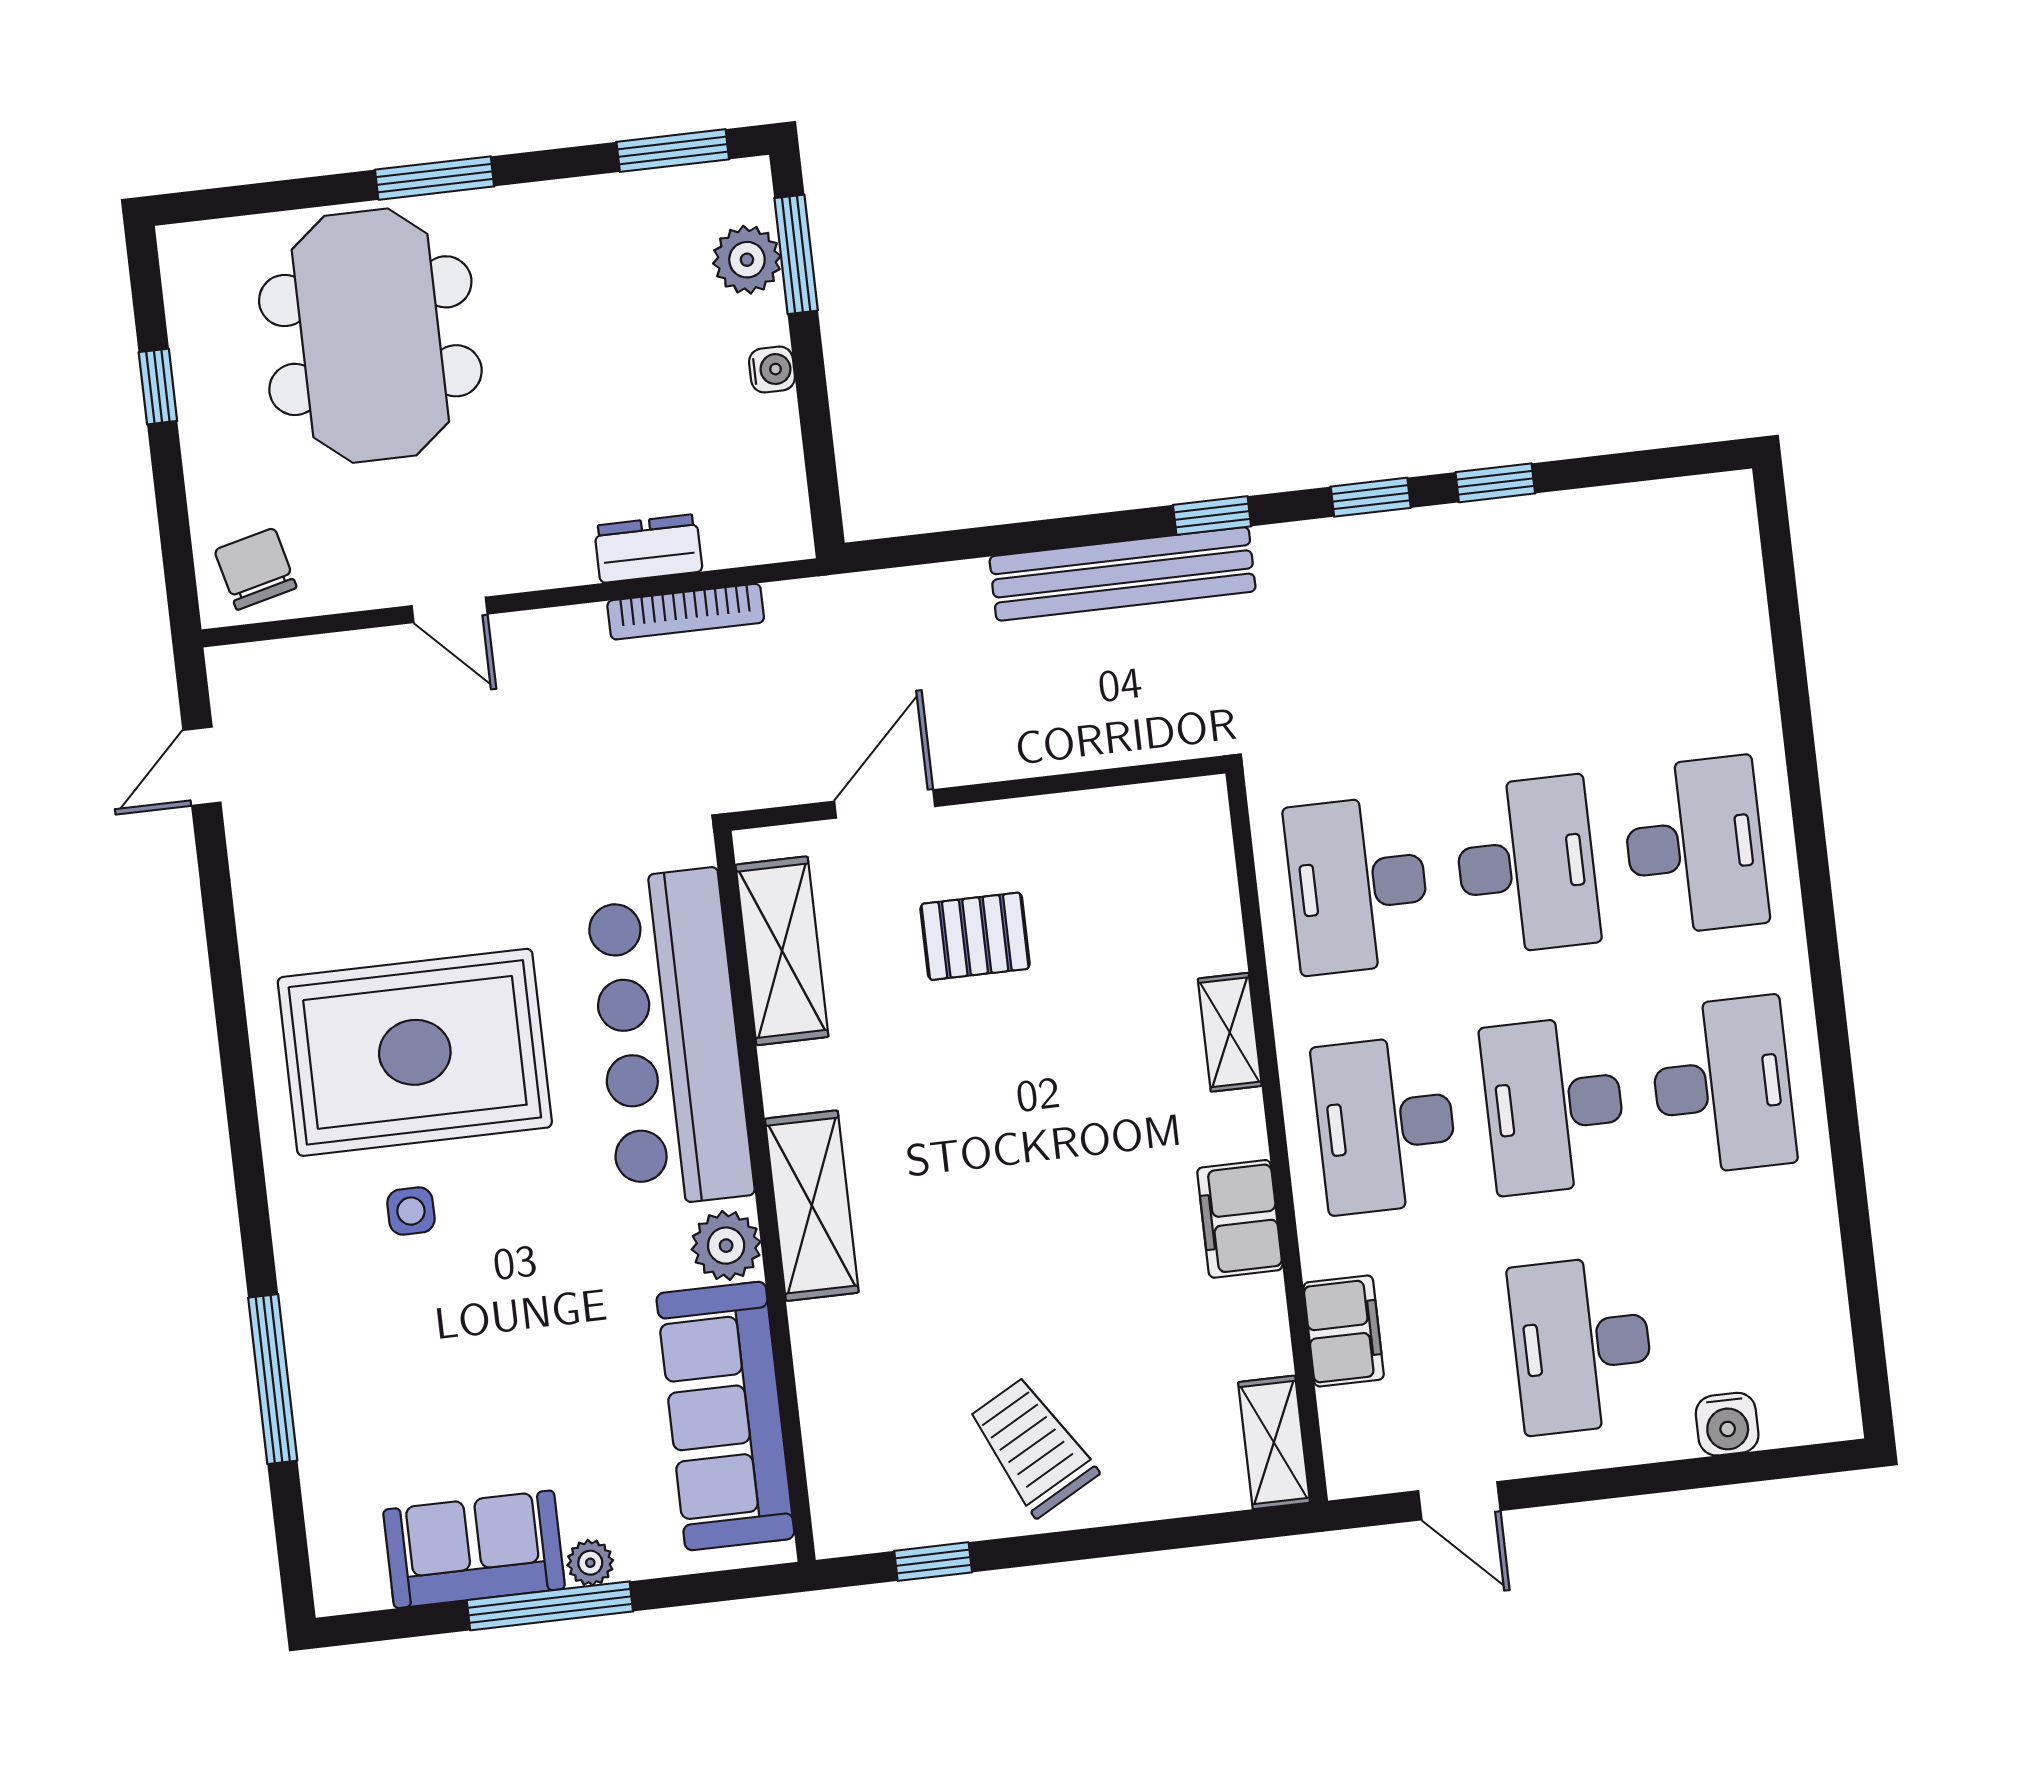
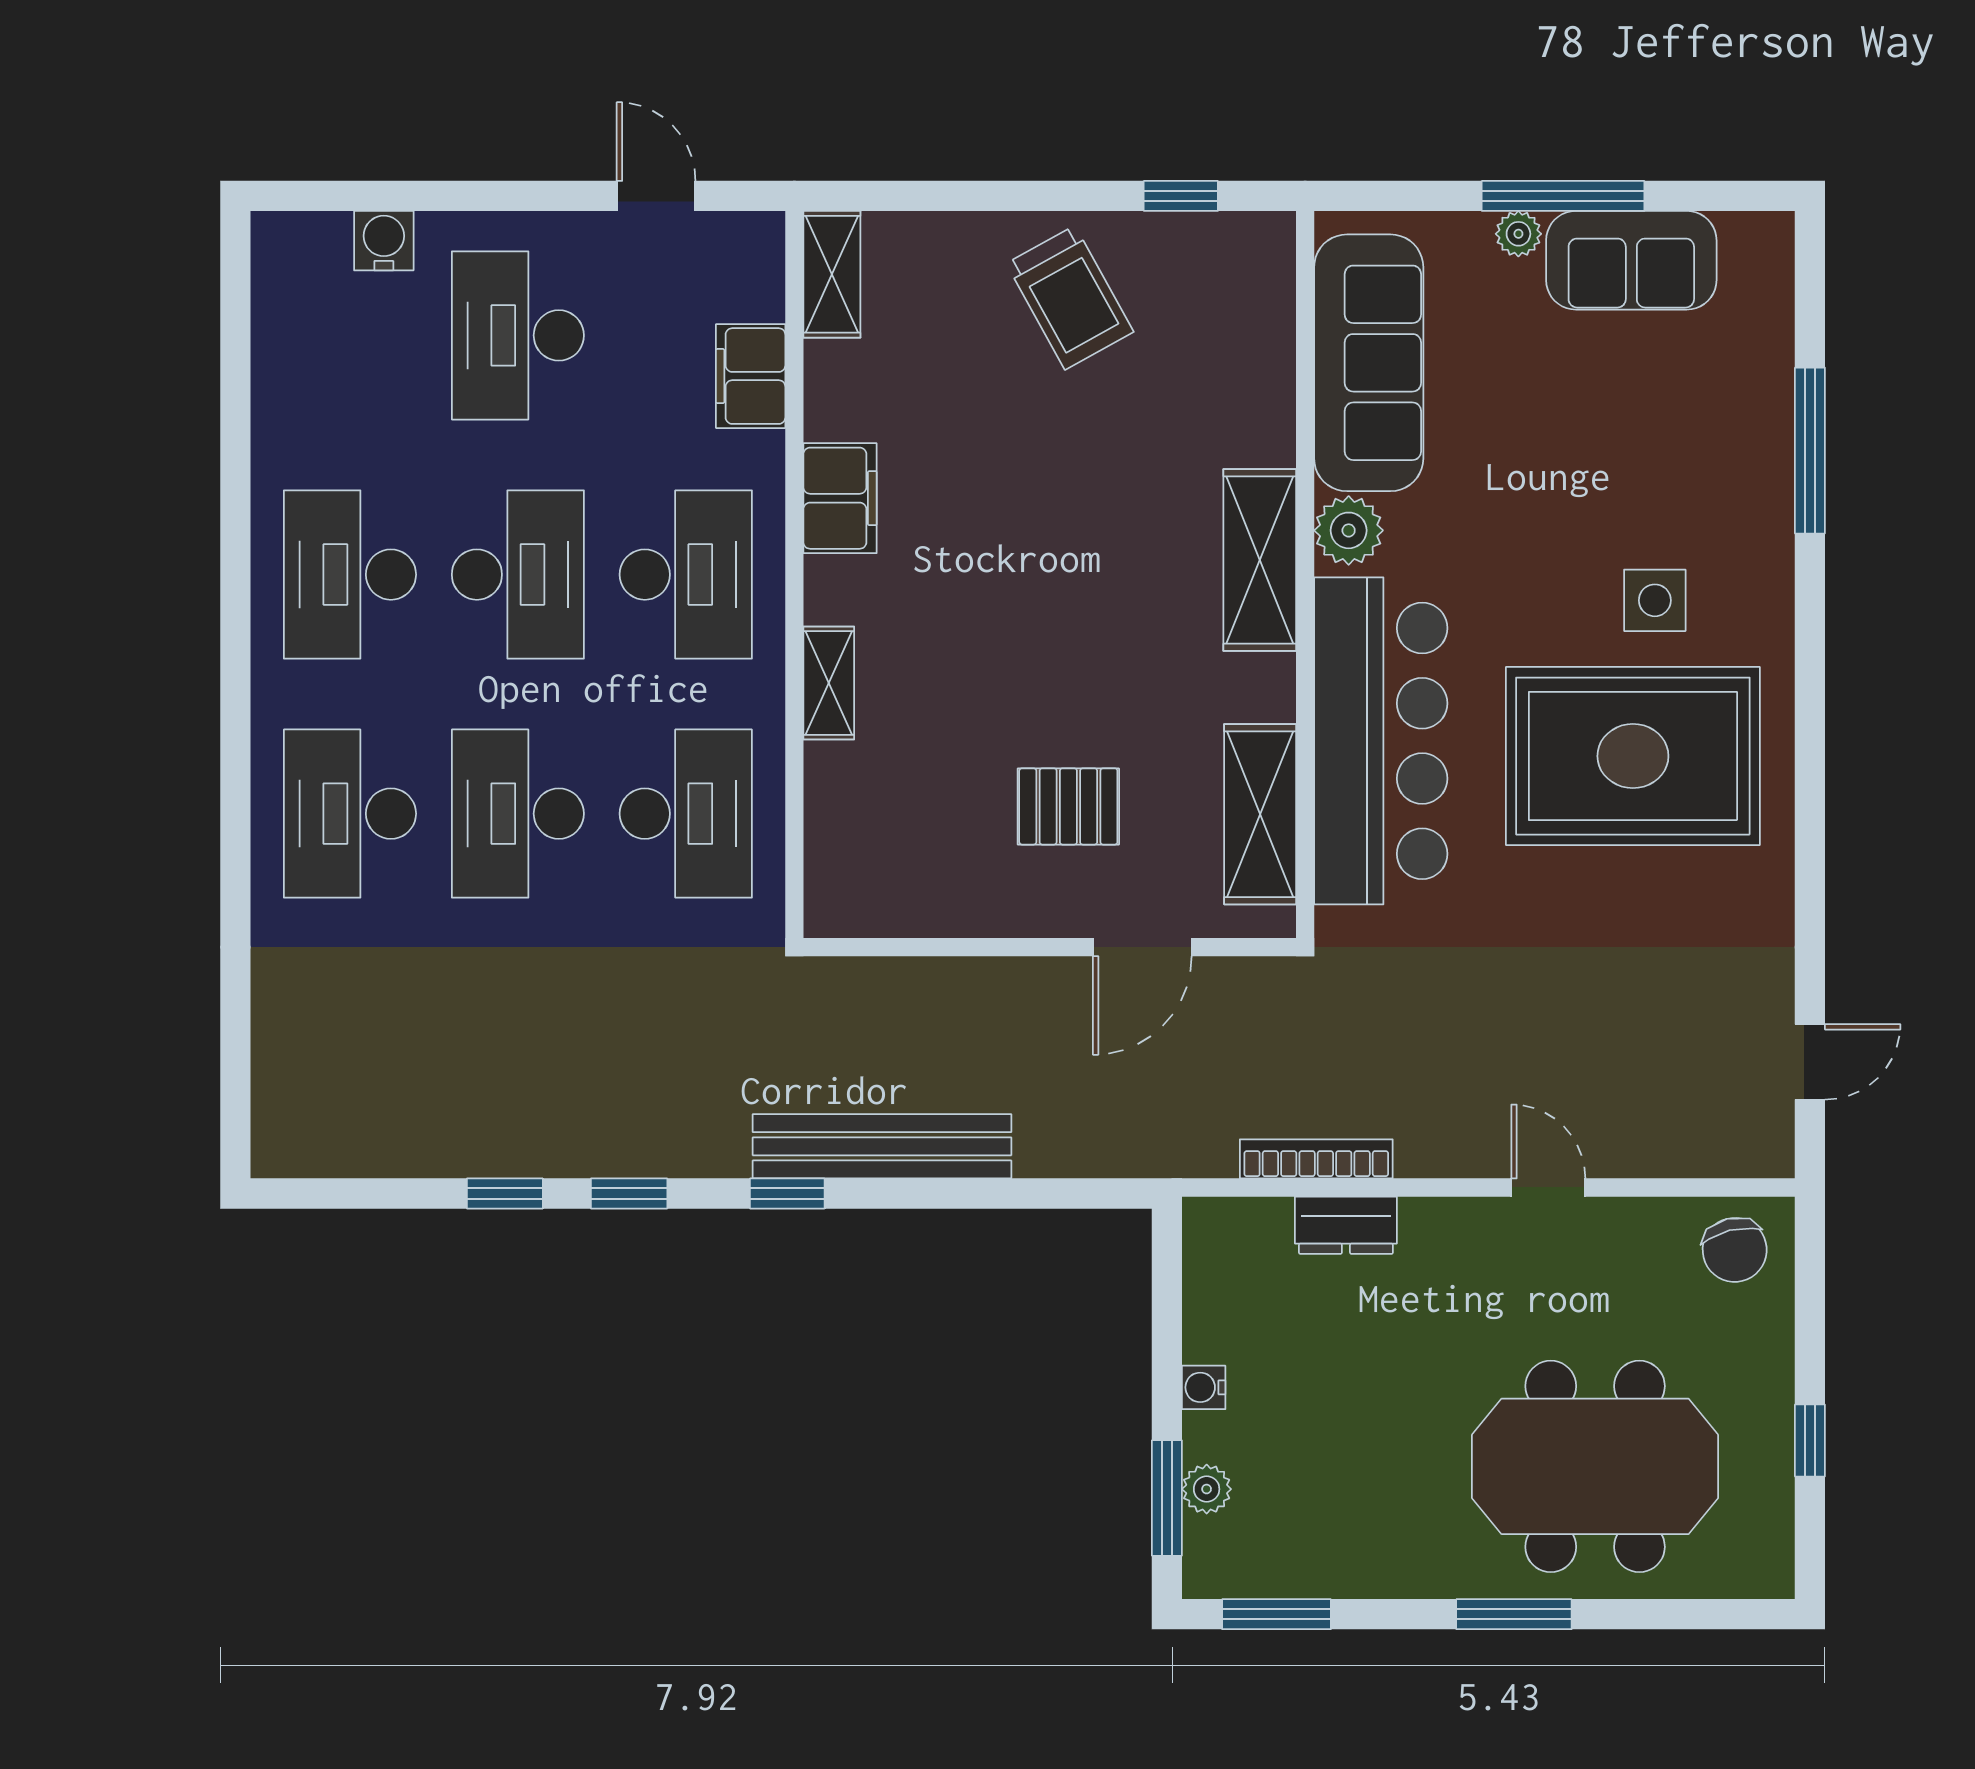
plant: (747, 260) -> (1207, 1489), width x0.73, depth x0.73
meeting table: (370, 336) -> (1595, 1466), turned 90
side table: (411, 1211) -> (1655, 600), width x1.37, depth x1.37
desk: (1582, 1345) -> (518, 335), turned 180

